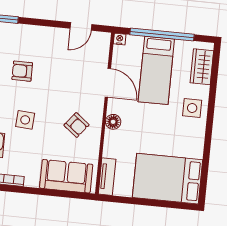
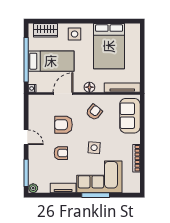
door: (81, 26) -> (26, 137), moved
armchair: (22, 71) -> (61, 153), turned -90
armchair: (63, 79) -> (63, 125), added
tv unit: (107, 177) -> (122, 88), width x1.41
bed: (167, 179) -> (109, 46), moved

